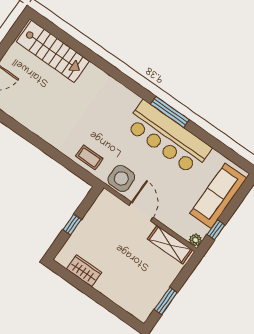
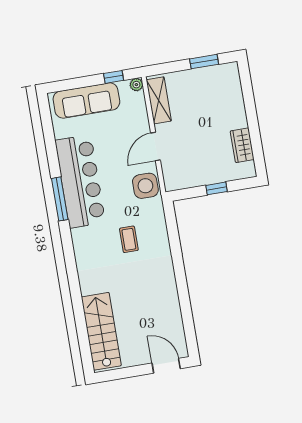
coffee table: (89, 157) -> (129, 239), moved

